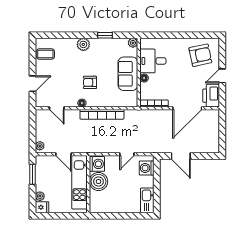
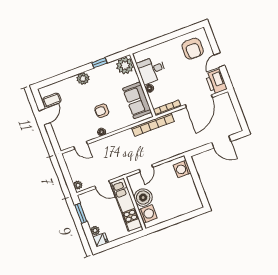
plant: (133, 43) -> (125, 65), width x1.88, depth x1.88
armchair: (200, 55) -> (193, 49), turned 102
sofa: (128, 74) -> (137, 100), moved
door: (32, 84) -> (45, 117), moved
bookcase: (102, 114) -> (153, 124), moved
door: (127, 154) -> (146, 168), moved
door: (181, 156) -> (221, 142), moved
washing machine: (97, 164) -> (148, 214), moved
kitchen sink: (147, 200) -> (194, 198), removed

